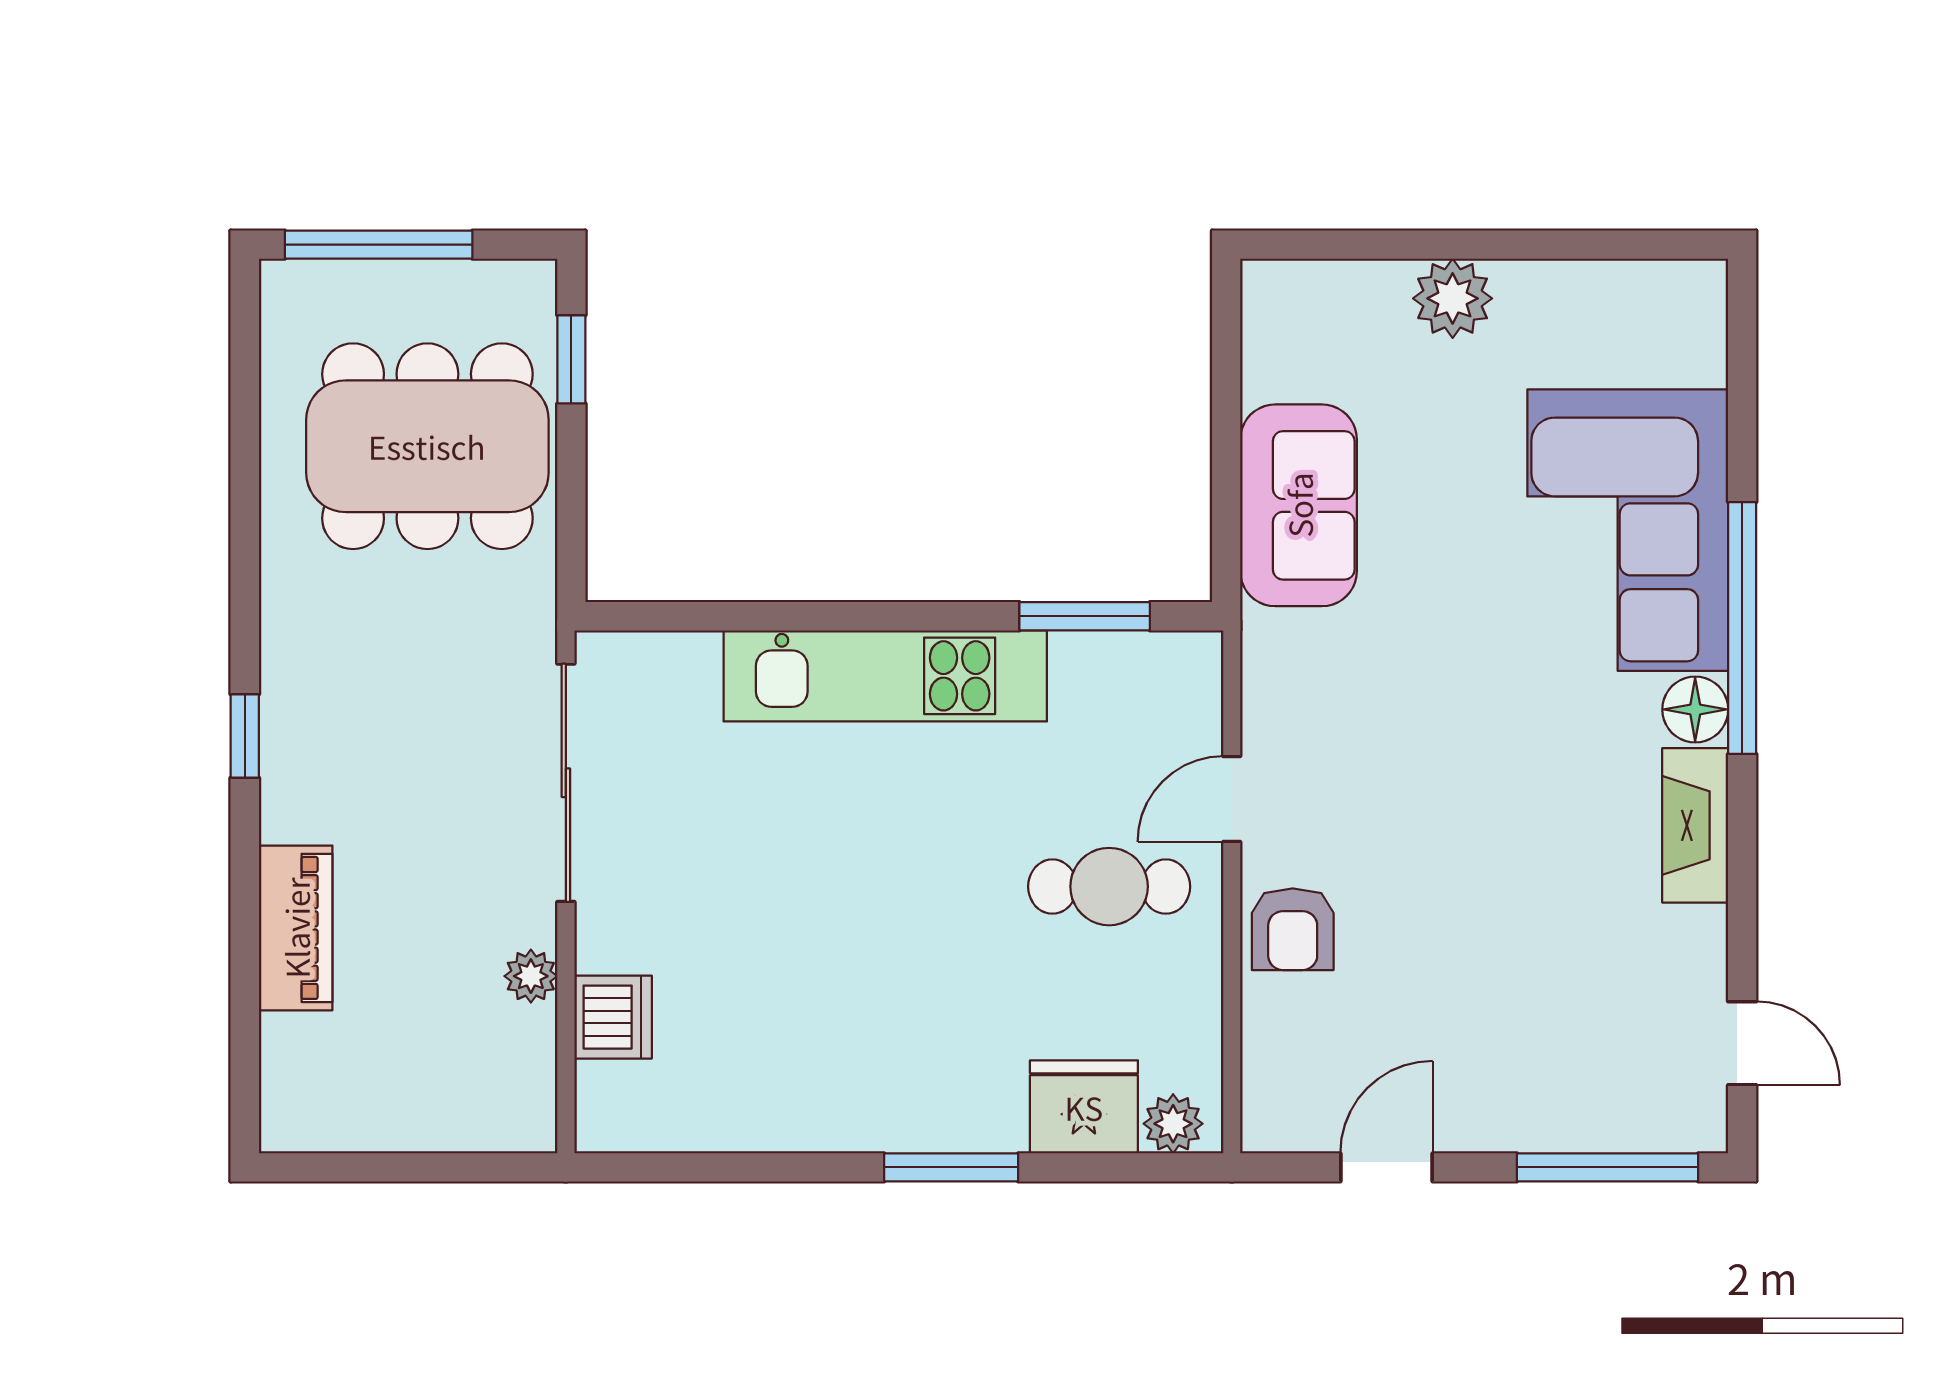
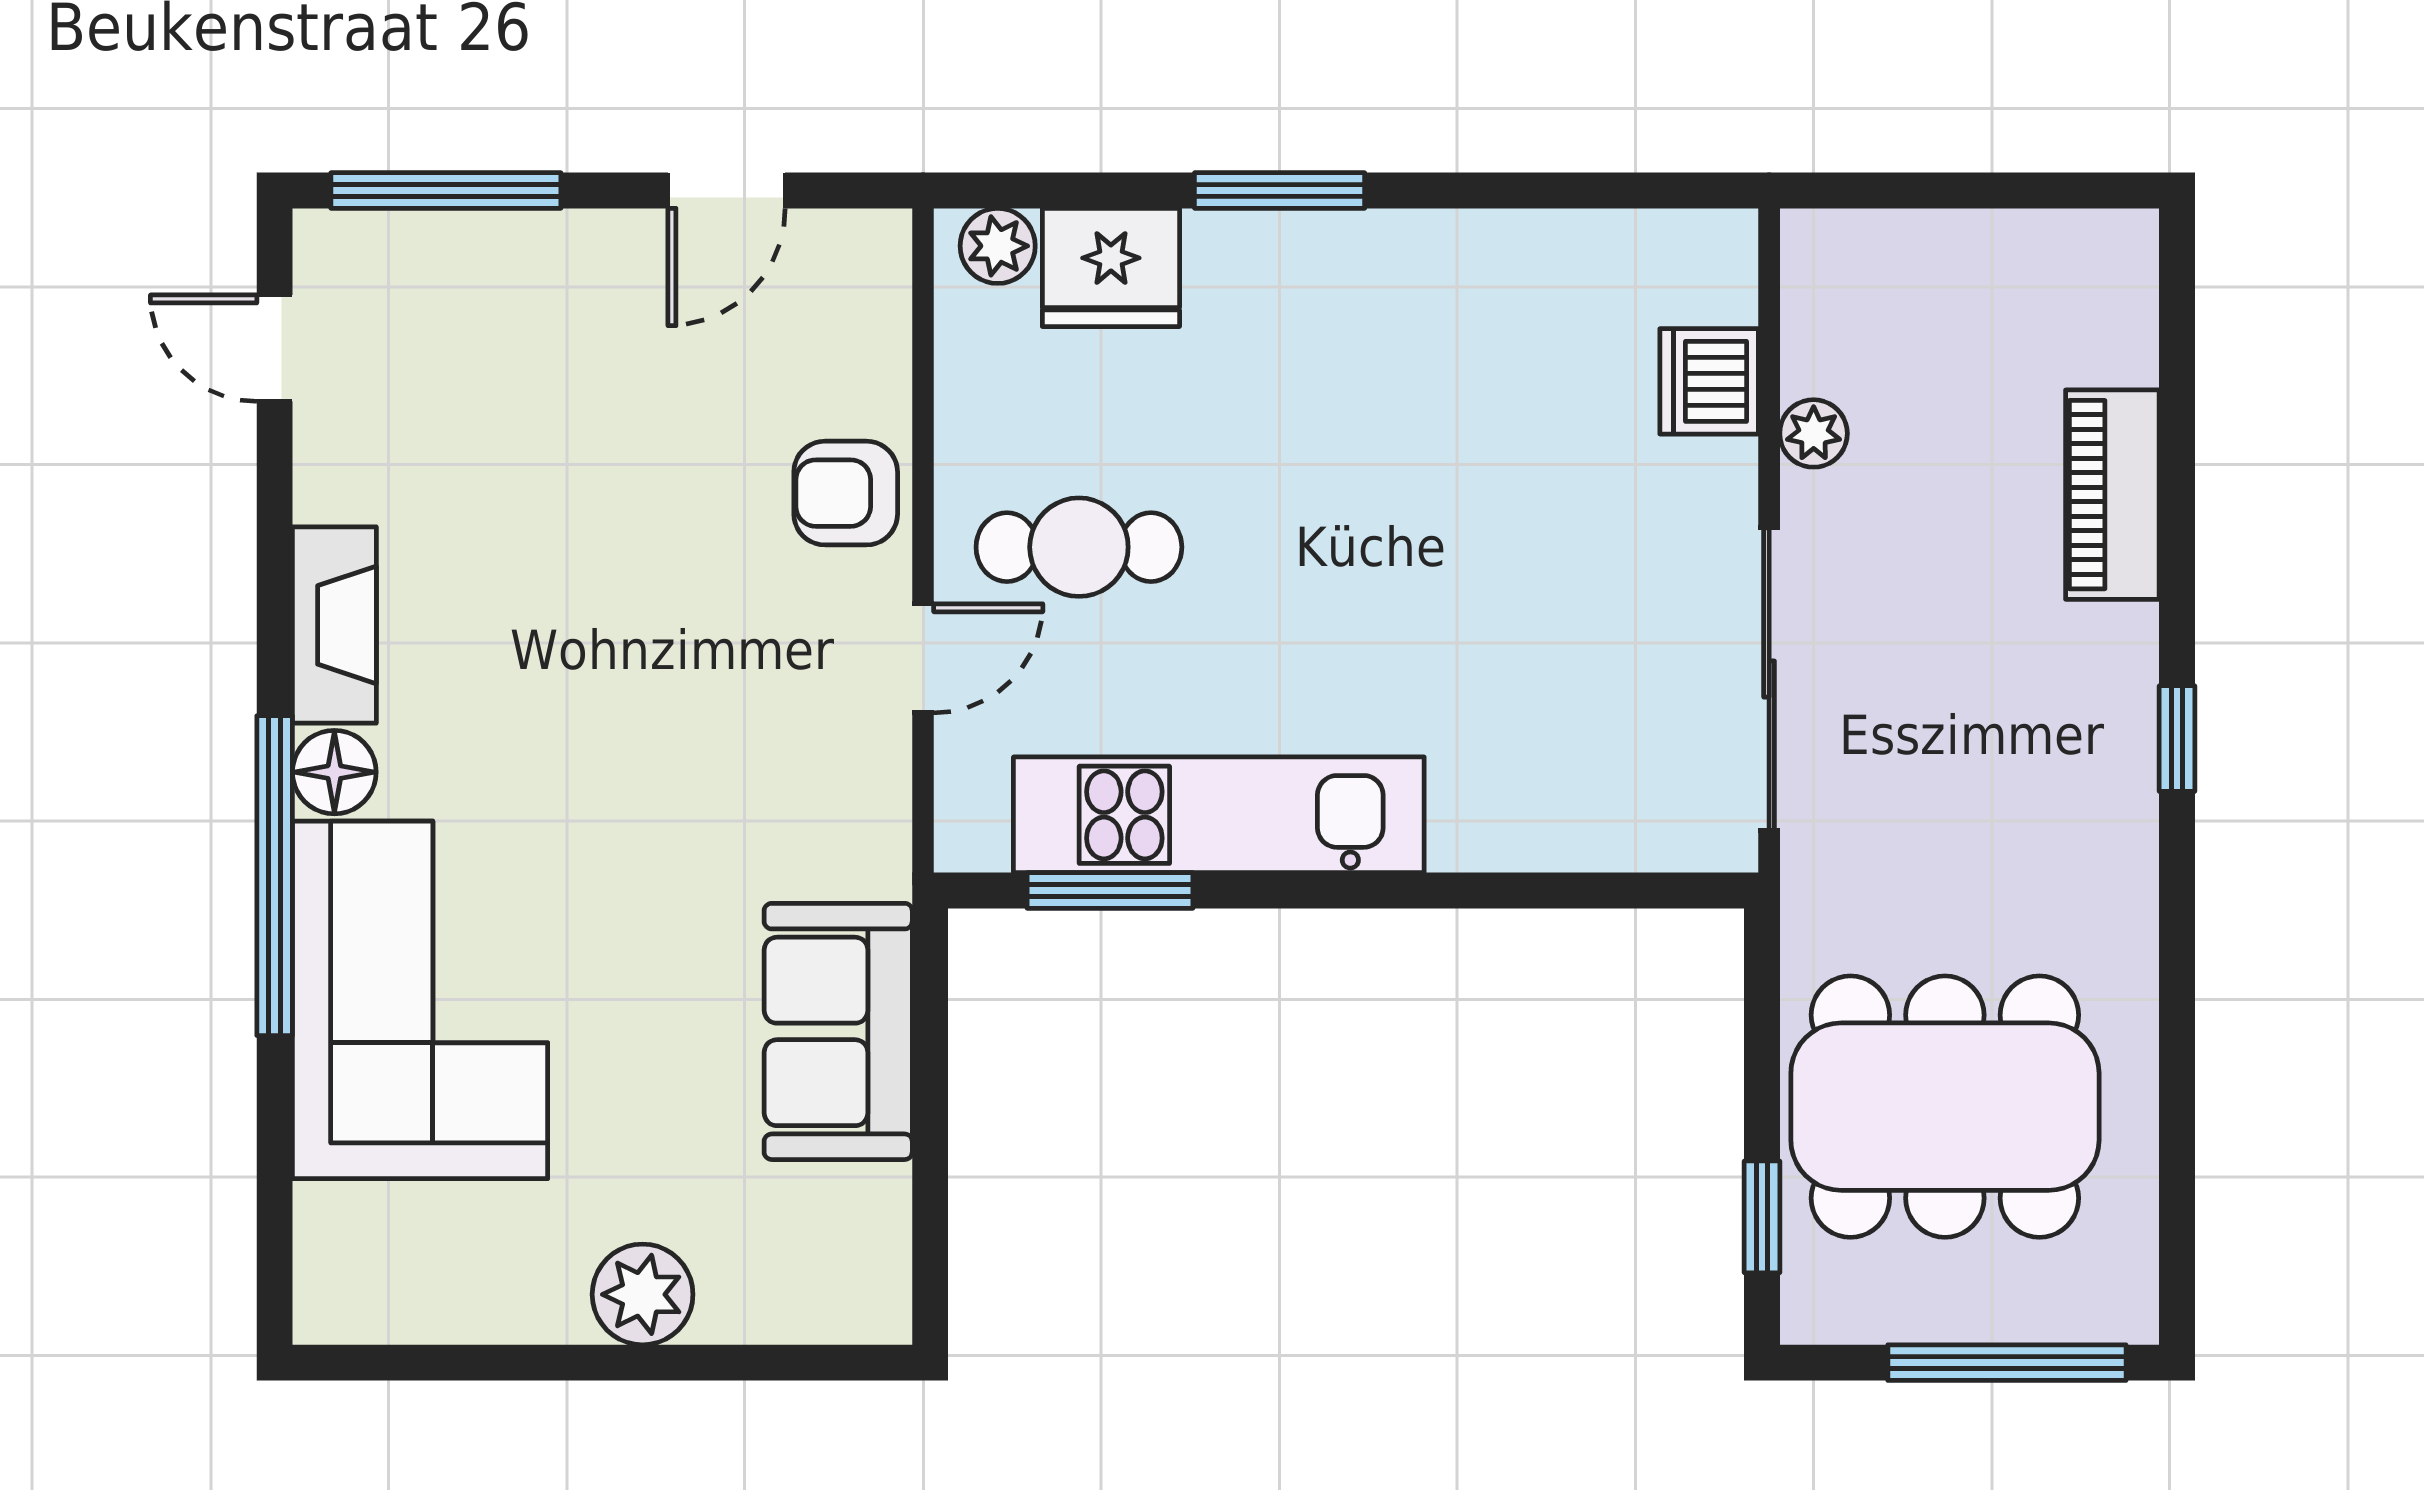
kitchen unit: (885, 676) -> (1219, 815), moved
armchair: (1293, 929) -> (846, 493), turned -90

